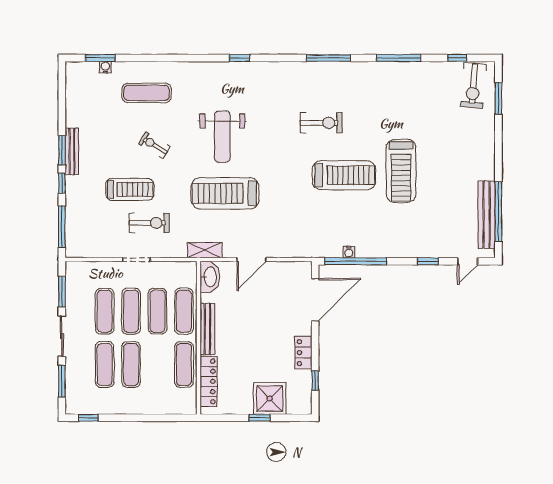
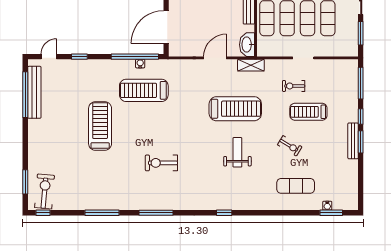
window: (457, 58) -> (43, 213), moved
weight bench: (222, 137) -> (237, 152), width x0.73, depth x0.75
treadmill: (344, 175) -> (144, 90), moved
exercise bike: (149, 223) -> (294, 86), width x0.73, depth x0.72

